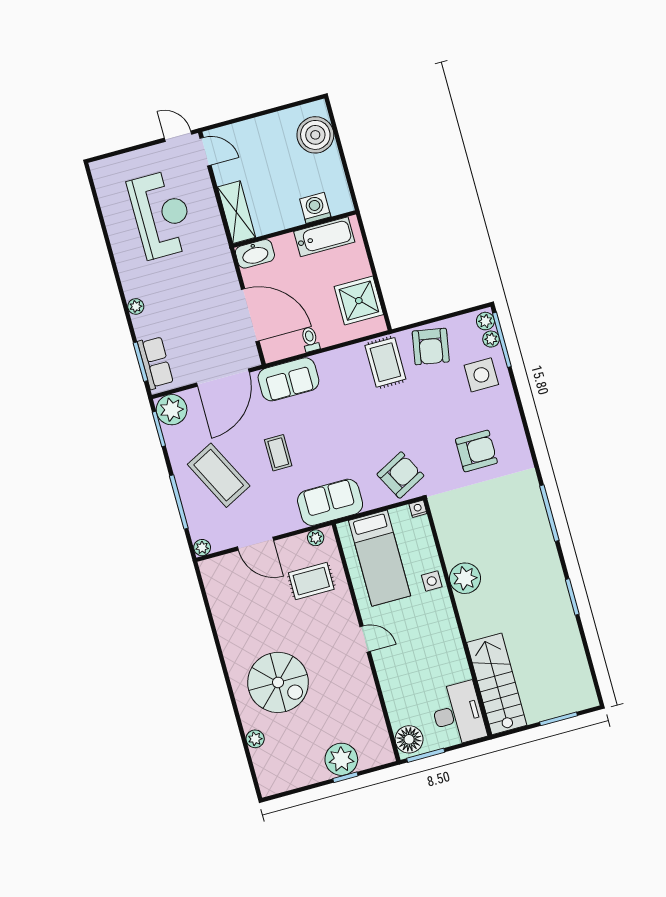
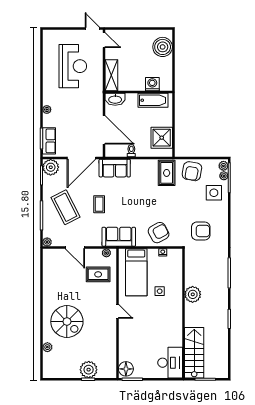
plant: (465, 578) -> (193, 294), moved
wall: (458, 617) -> (183, 313), moved
stairs: (497, 684) -> (194, 353), moved
desk: (458, 714) -> (170, 363), moved

